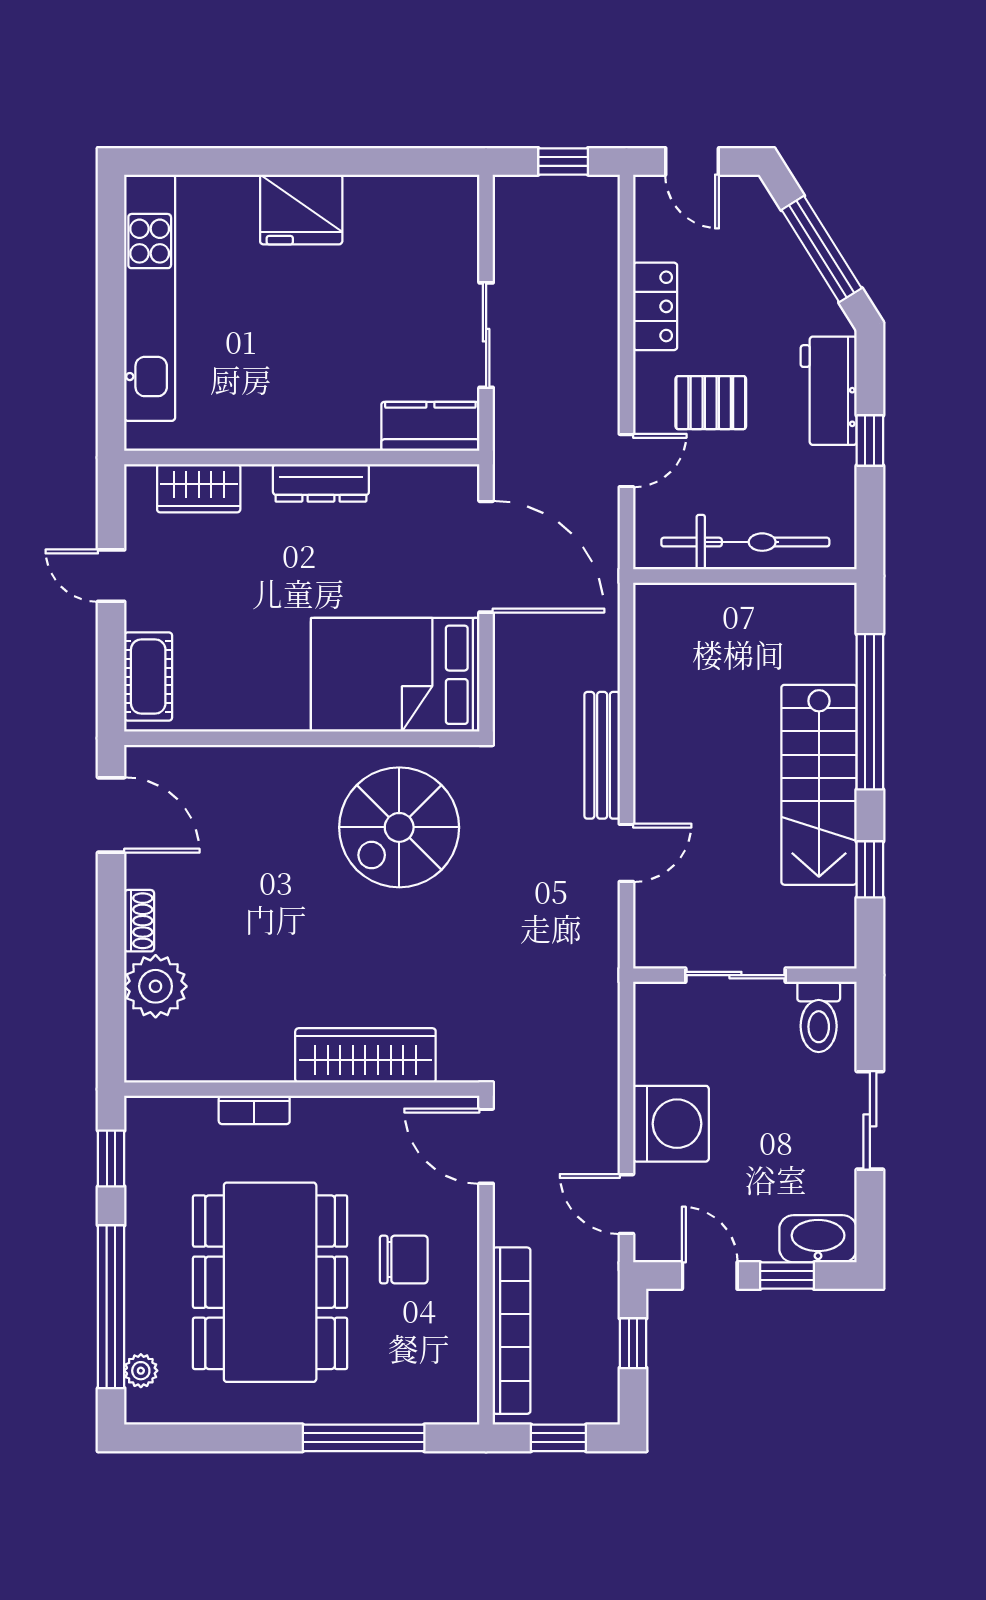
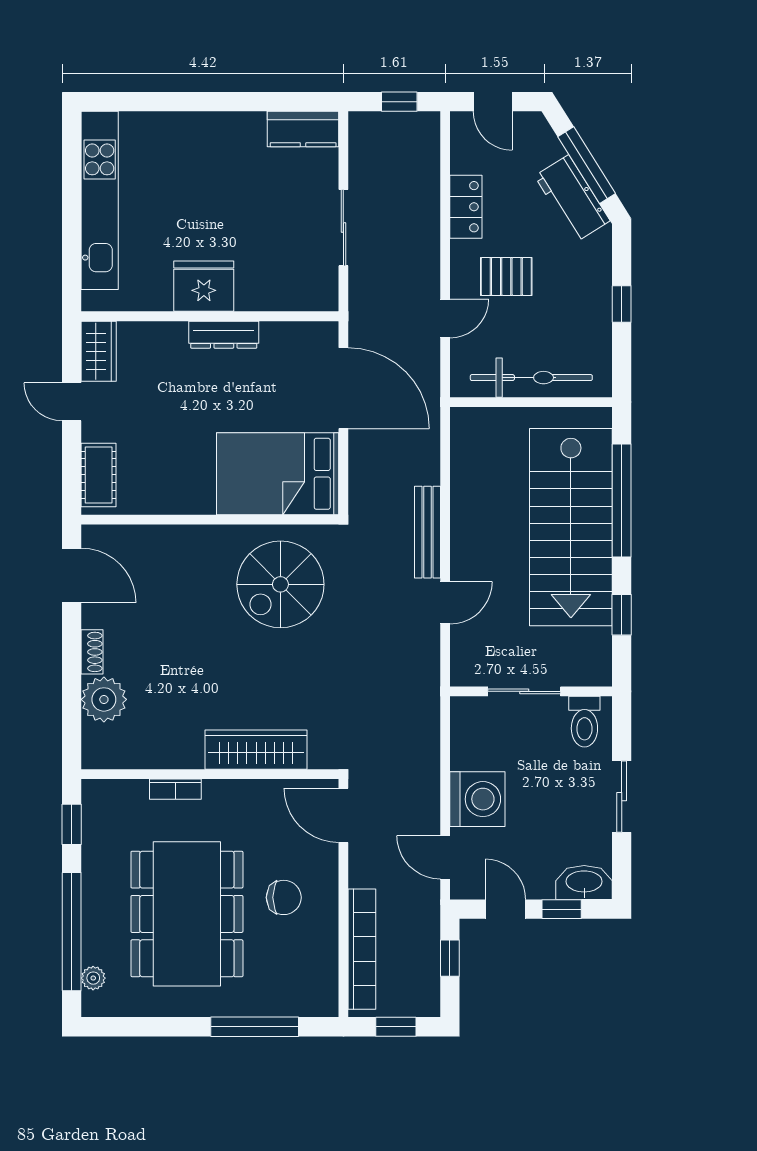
fridge: (301, 209) -> (204, 286), moved, turned 180
workbench: (829, 391) -> (572, 198), moved, turned -32
kitchen counter: (430, 426) -> (303, 129), moved, turned 180
wardrobe: (199, 488) -> (99, 351), moved, turned -90
stairs: (819, 785) -> (571, 527), width x1.36, depth x1.51

